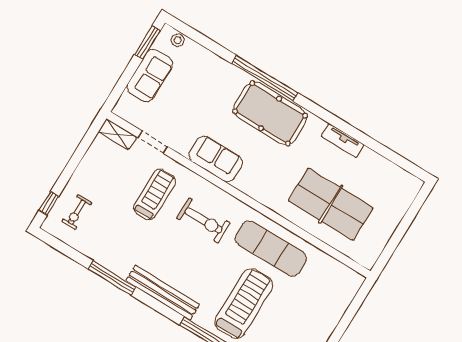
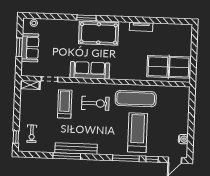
window: (147, 42) -> (19, 47), moved
window: (265, 78) -> (86, 18), width x0.47
sofa: (216, 159) -> (90, 70), width x1.36
table tennis table: (331, 204) -> (169, 67), moved
bench: (163, 293) -> (76, 149), moved

